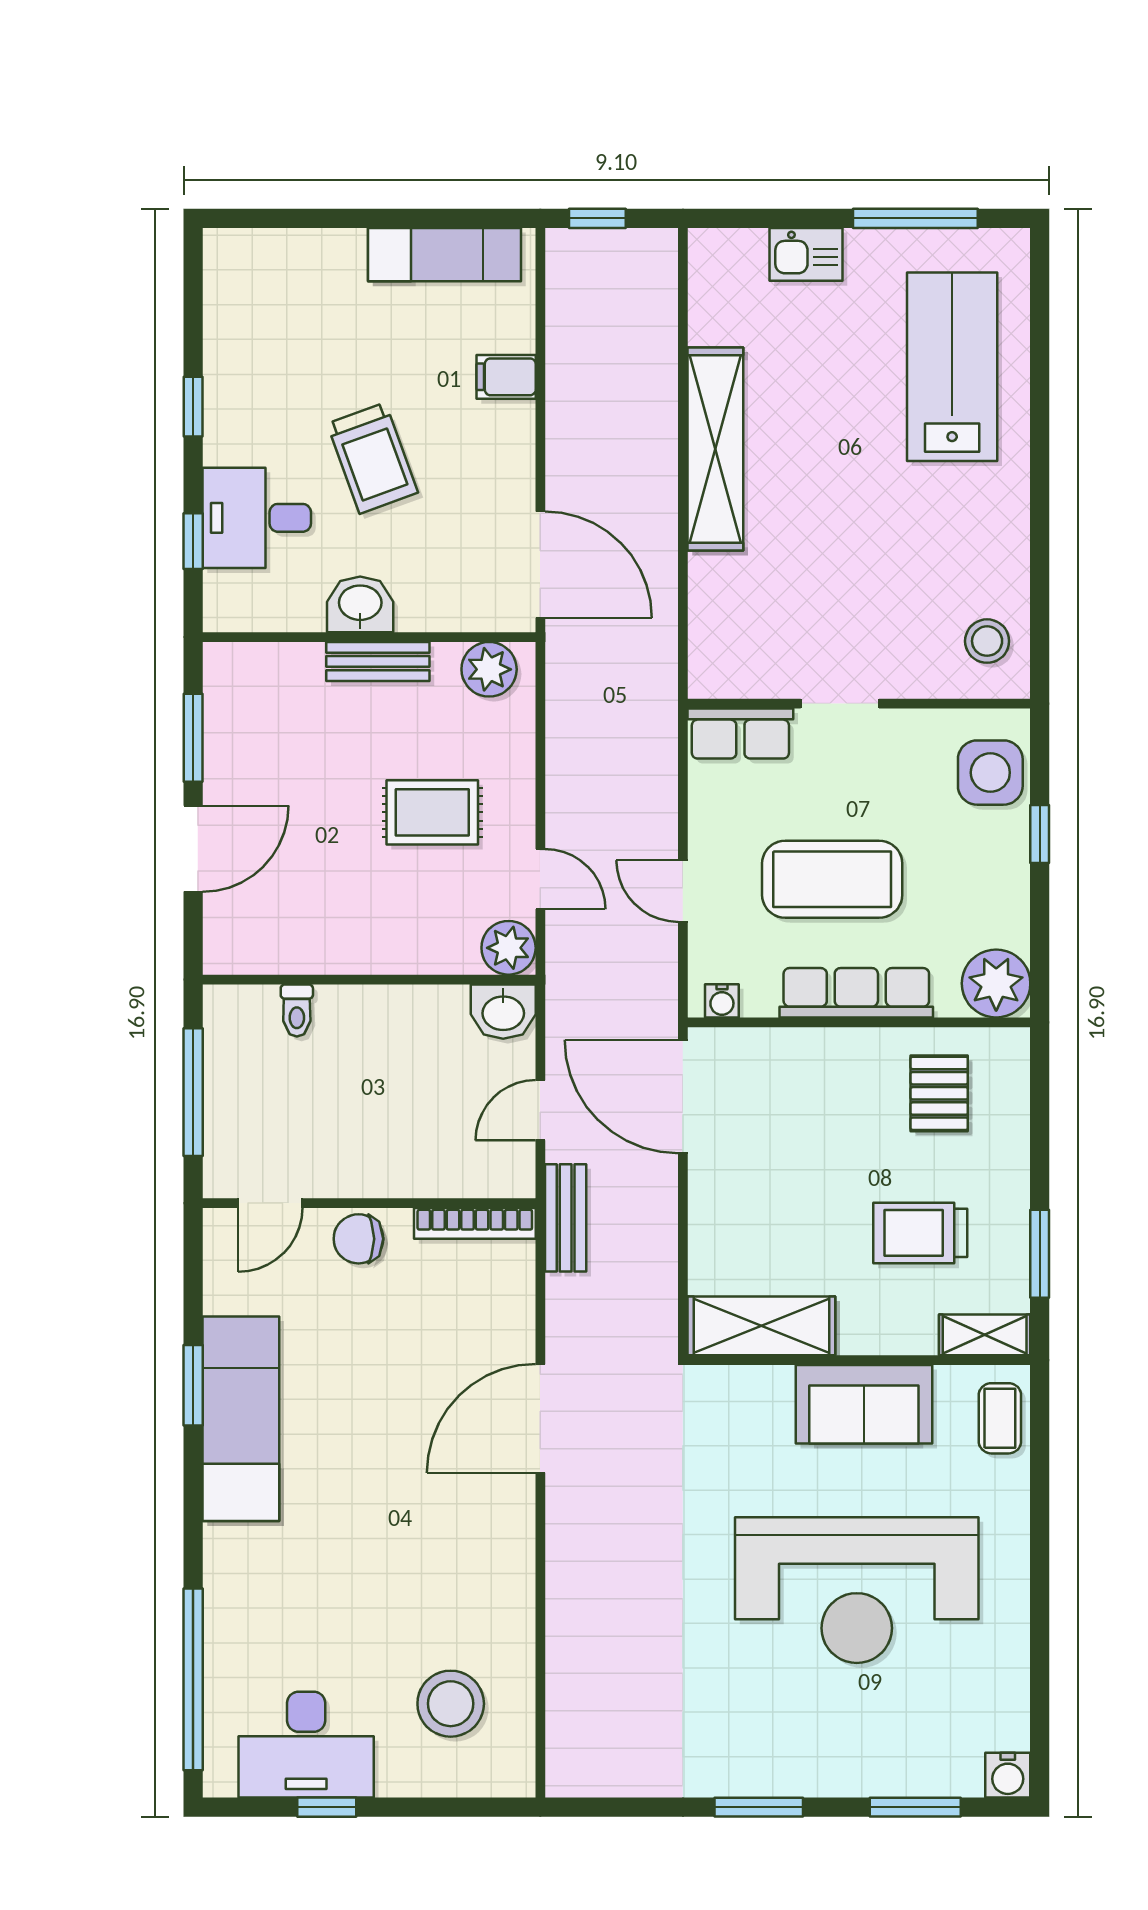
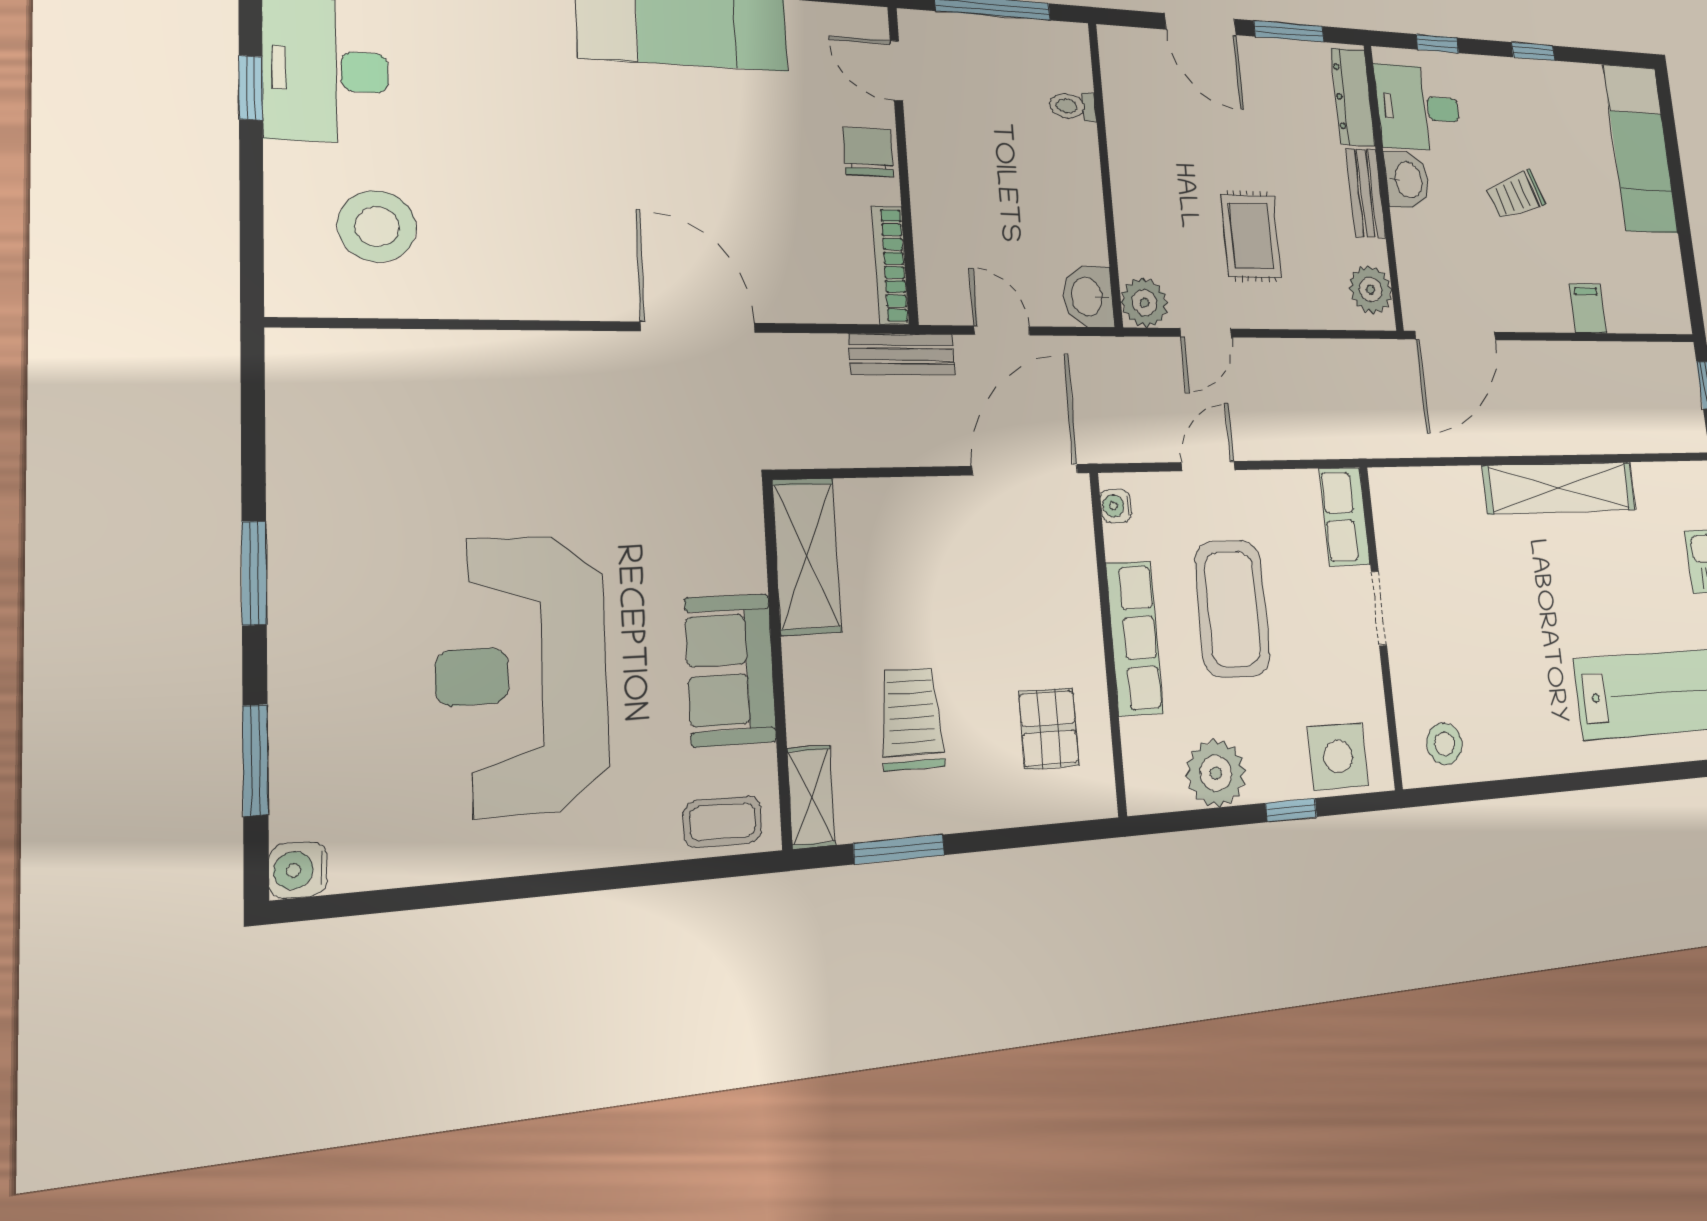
exam couch: (444, 255) -> (1641, 149), moved, width x1.36, depth x1.45
trolley: (372, 458) -> (1516, 195), width x0.73, depth x0.72
desk: (257, 518) -> (1418, 108), moved, turned -90
dresser: (266, 664) -> (1353, 97), added
plant: (996, 983) -> (1216, 773), moved
pallet: (939, 1093) -> (1049, 728), turned 90

